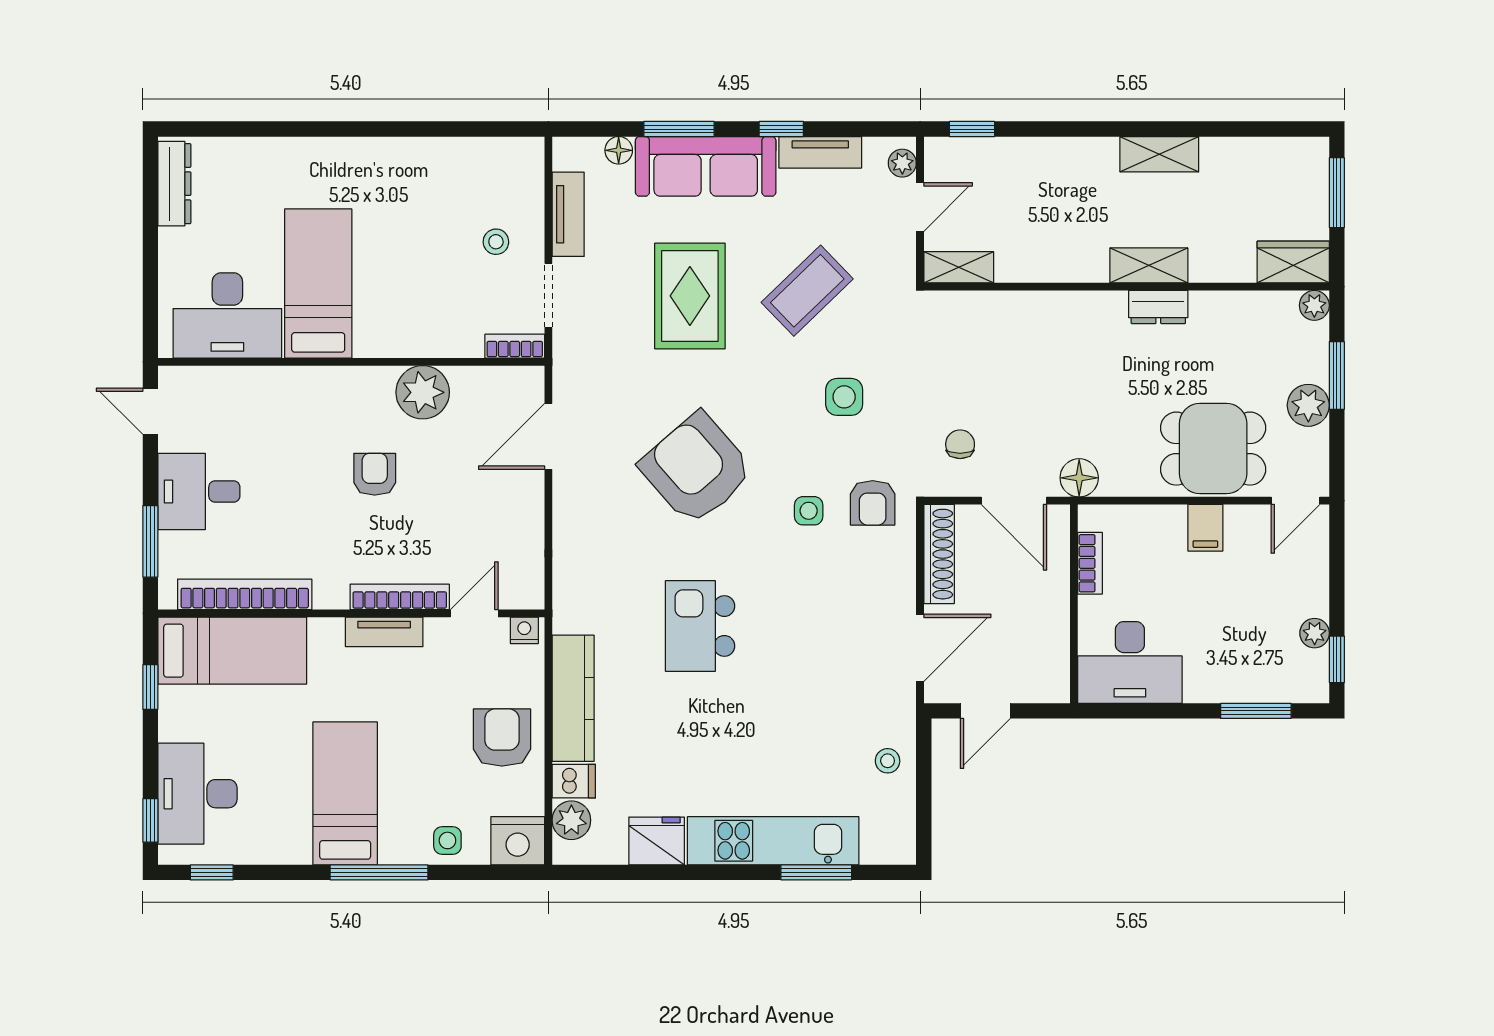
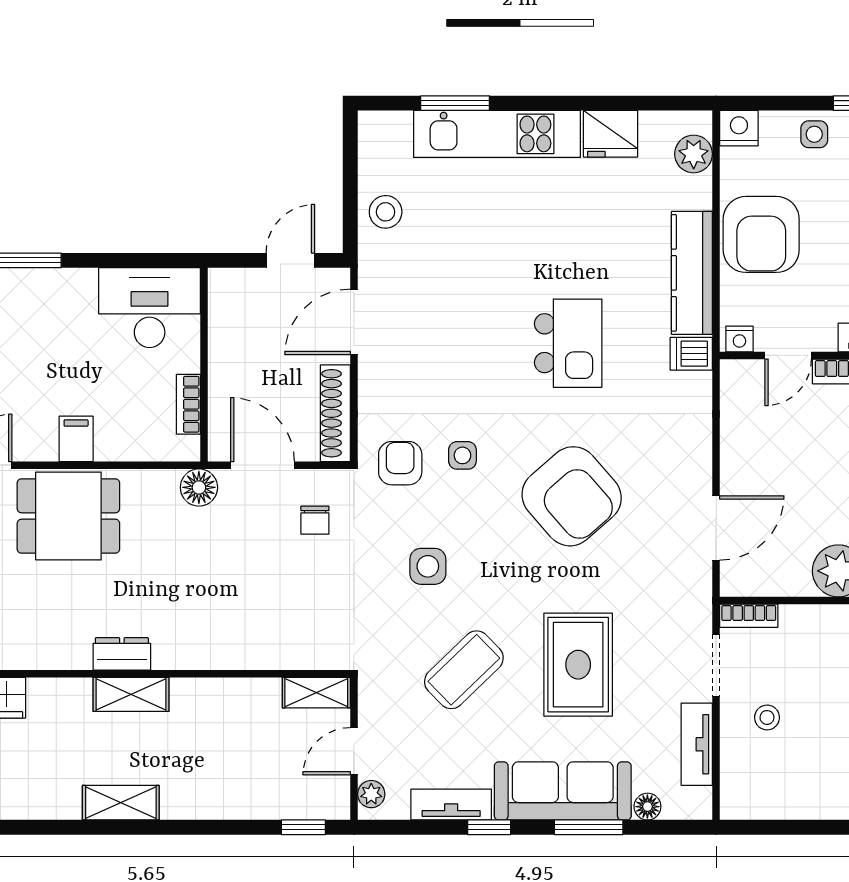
armchair: (502, 738) -> (761, 234), width x1.36, depth x1.36
stool: (888, 761) -> (386, 212), width x1.37, depth x1.37
dishwasher: (574, 781) -> (691, 354), moved
nightstand: (518, 841) -> (739, 128), width x0.74, depth x0.75

